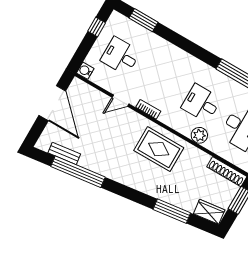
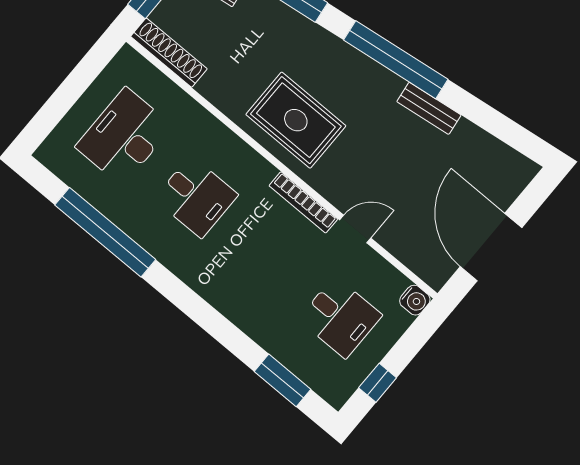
bookcase: (148, 109) -> (303, 202), width x1.56
plant: (199, 135) -> (211, 134), removed
bench: (64, 153) -> (429, 108), moved
window: (78, 172) -> (396, 60), moved

